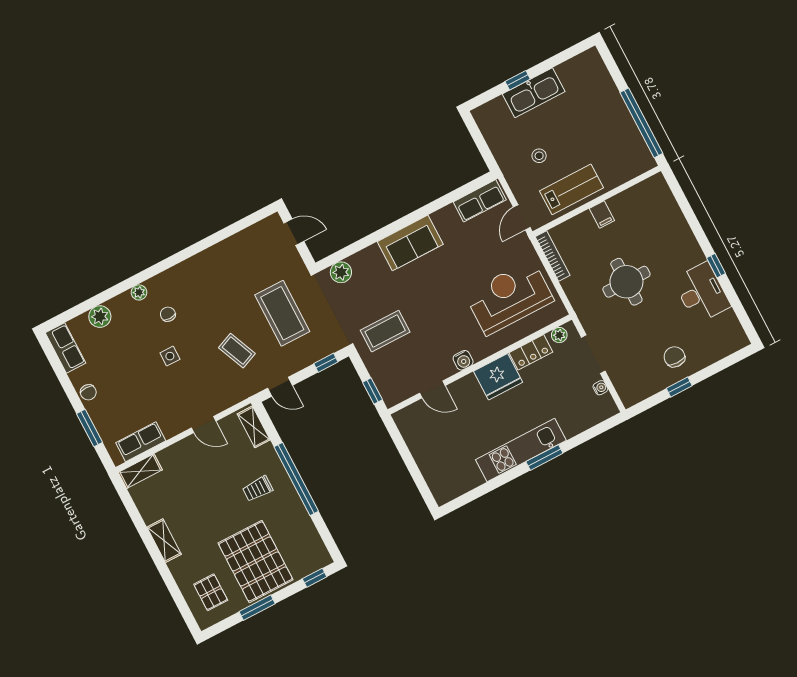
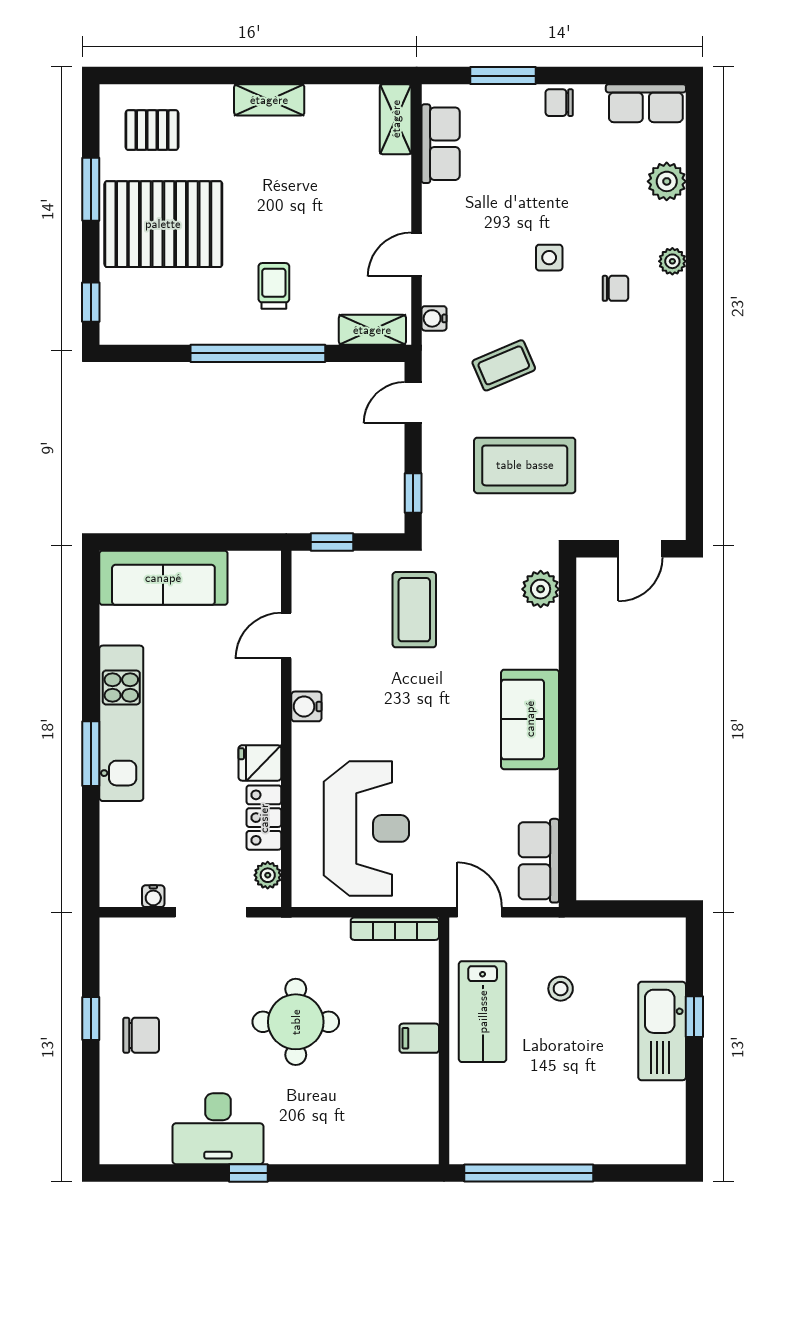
fridge: (498, 377) -> (260, 763), width x0.53, depth x0.75
water cooler: (232, 399) -> (434, 318), added
sofa: (436, 467) -> (163, 578), added

